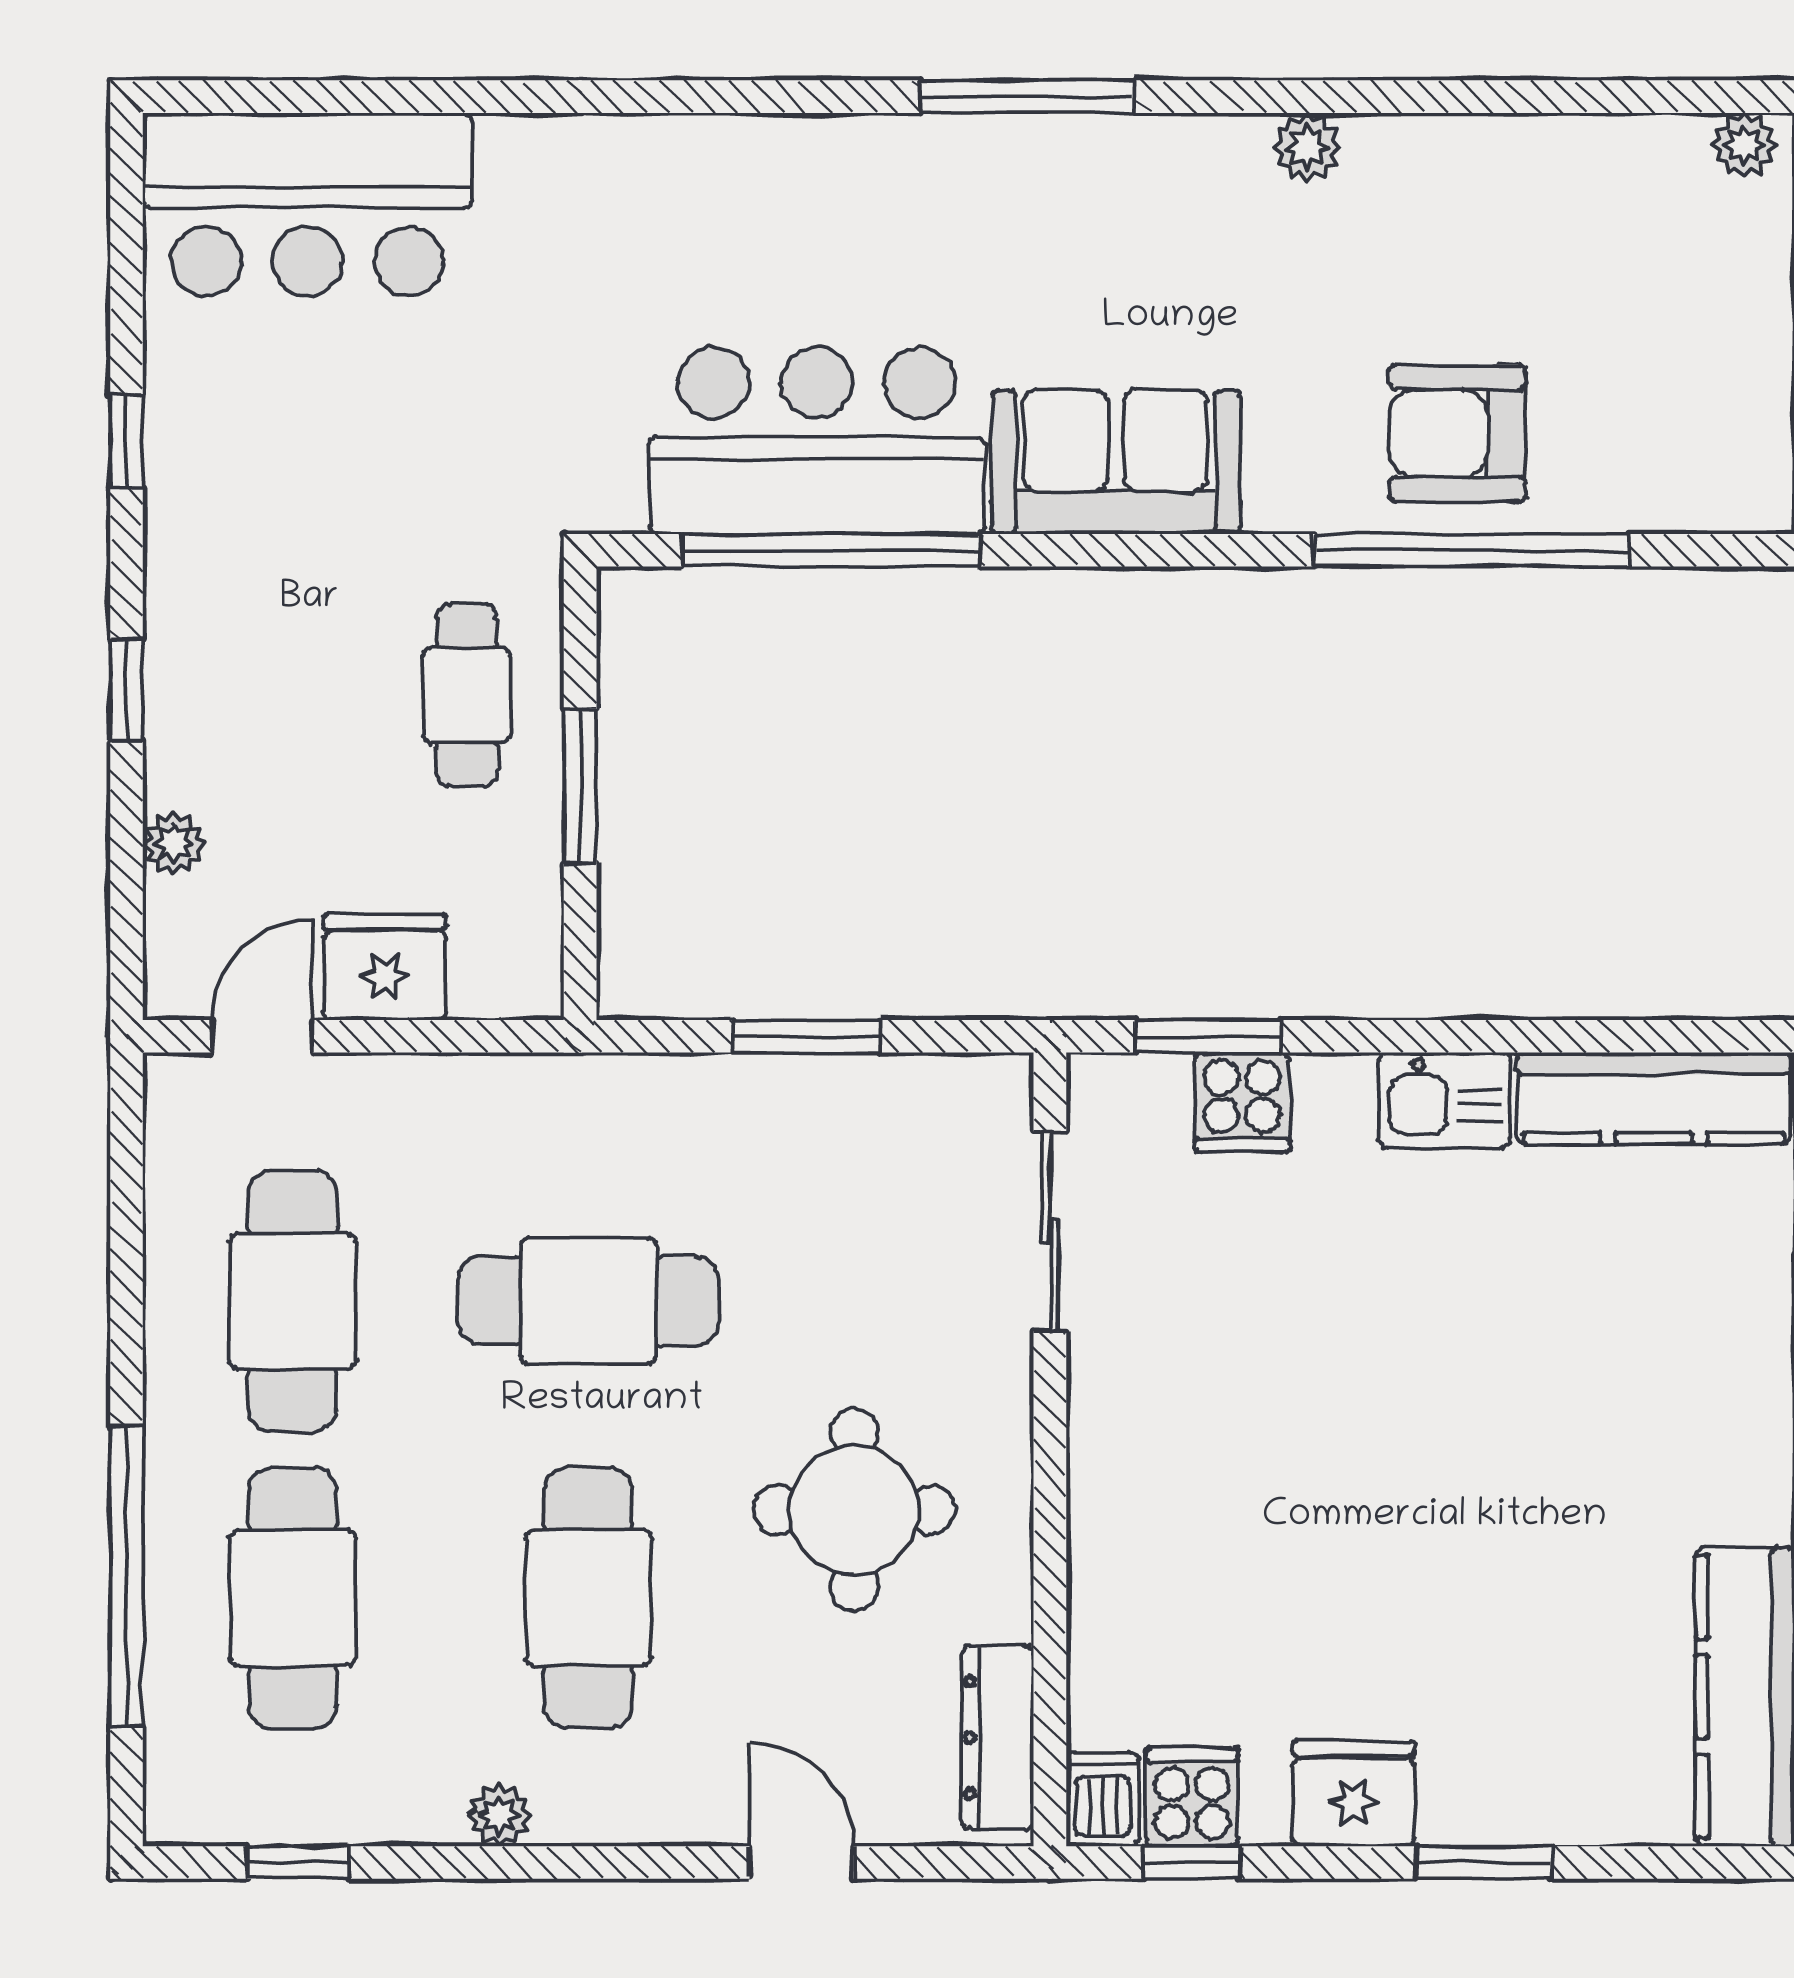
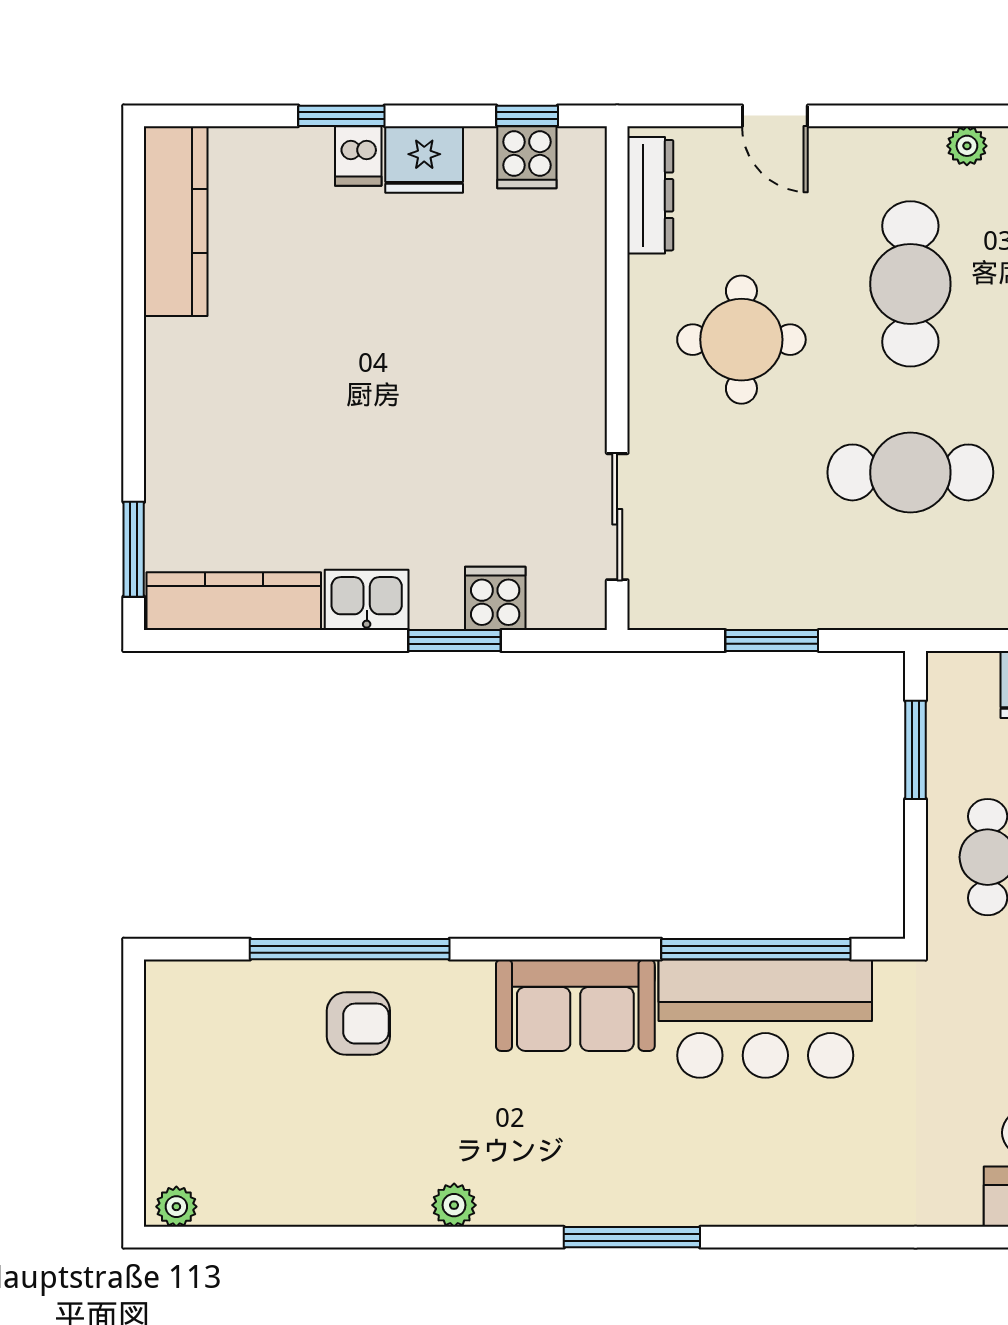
armchair: (1457, 433) -> (358, 1024), width x0.72, depth x0.72
window: (580, 786) -> (916, 750), moved
window: (1208, 1036) -> (455, 641), moved
dishwasher: (1103, 1799) -> (358, 156), moved

